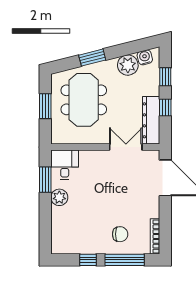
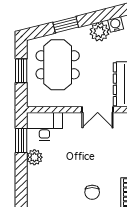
double door: (126, 147) -> (98, 110), swing flipped
desk: (65, 165) -> (44, 126), width x1.37
chair: (120, 234) -> (92, 192), turned 90

